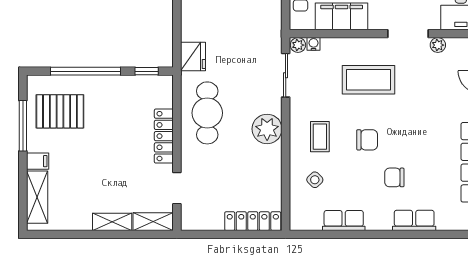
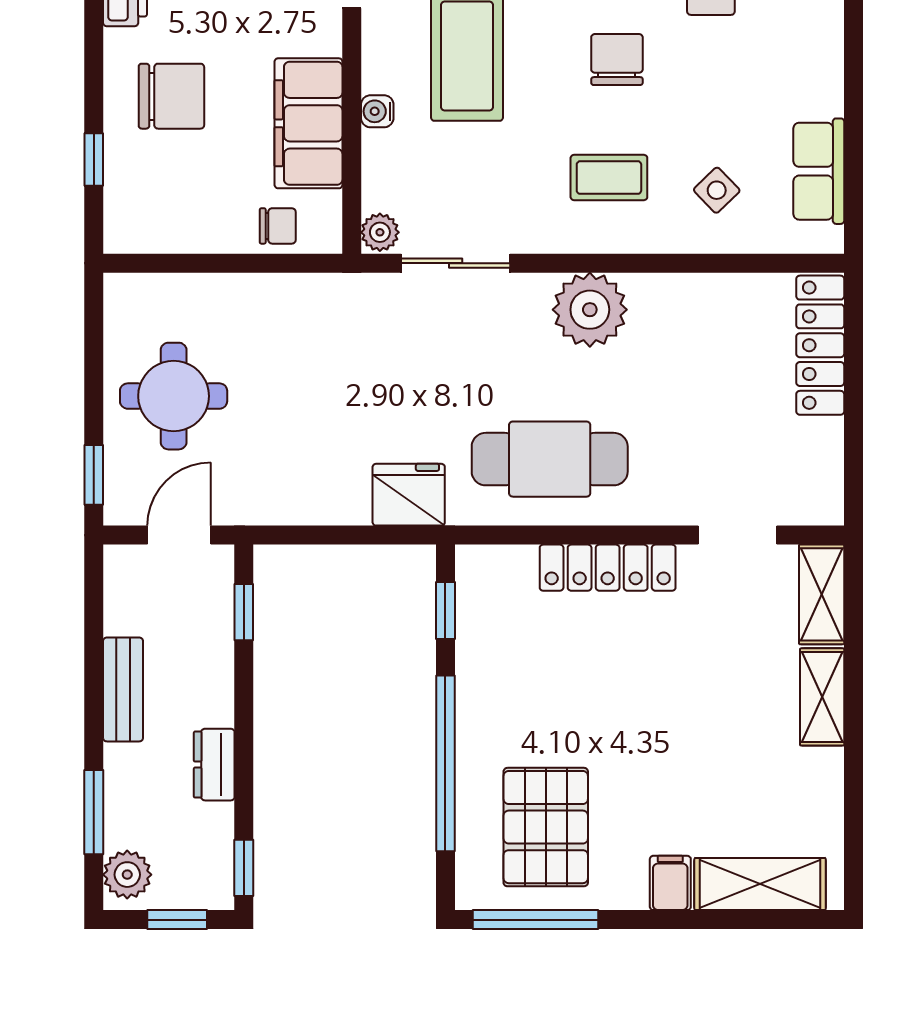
water cooler: (314, 44) -> (377, 111), moved
window: (23, 126) -> (536, 920), moved
row of seats: (344, 221) -> (819, 171), moved

